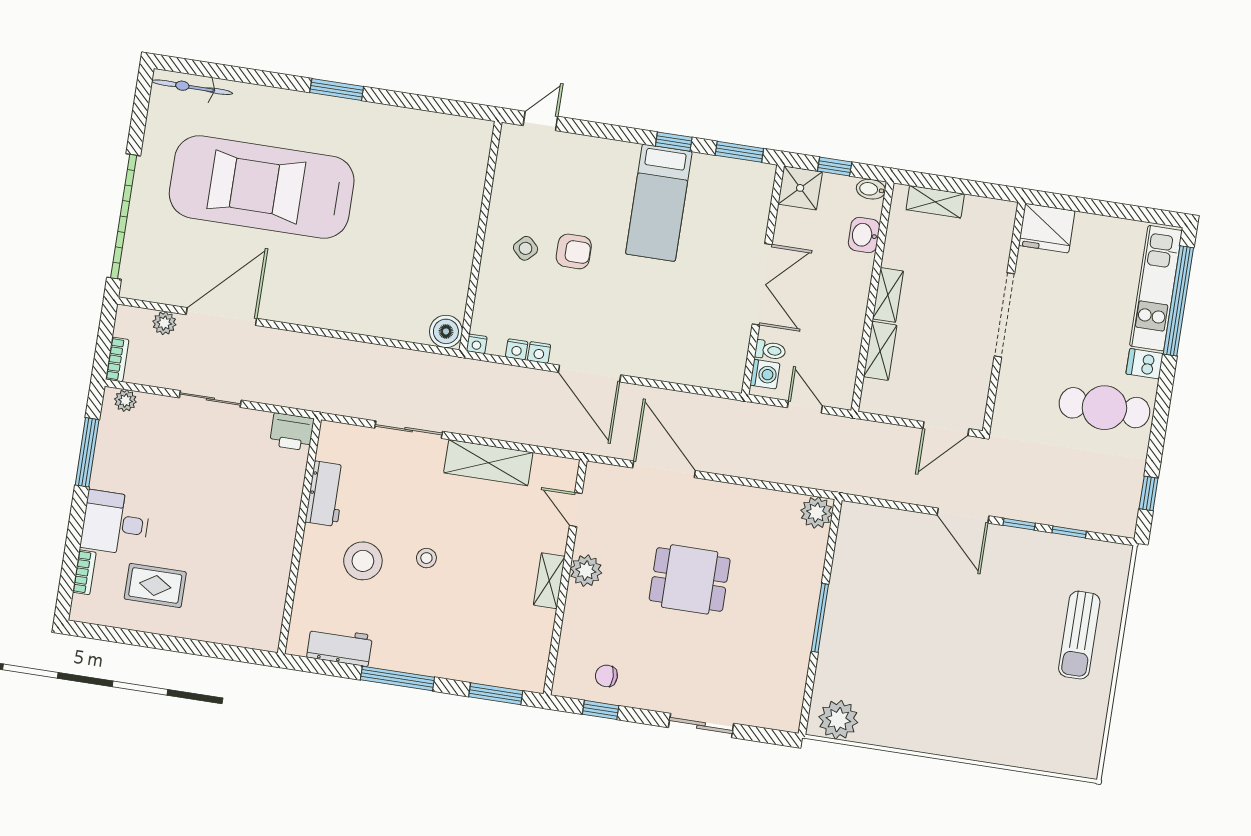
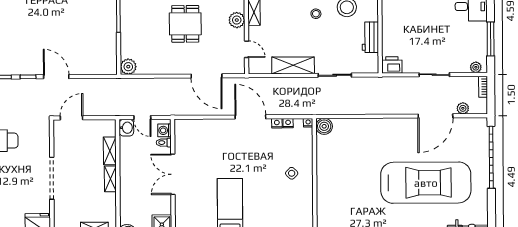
washbasin: (864, 235) -> (126, 128), moved
armchair: (574, 251) -> (268, 176), removed
dining table: (690, 579) -> (185, 24), turned 90

